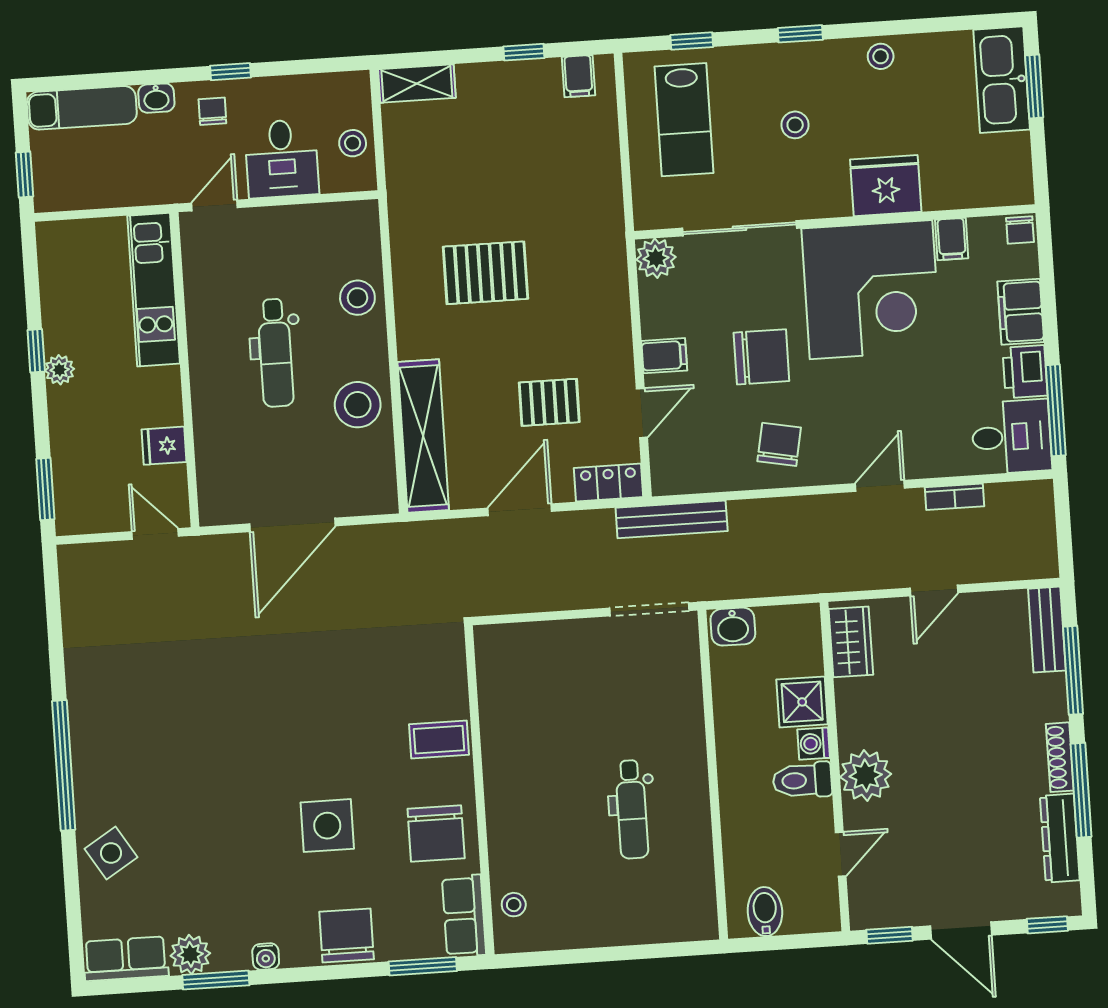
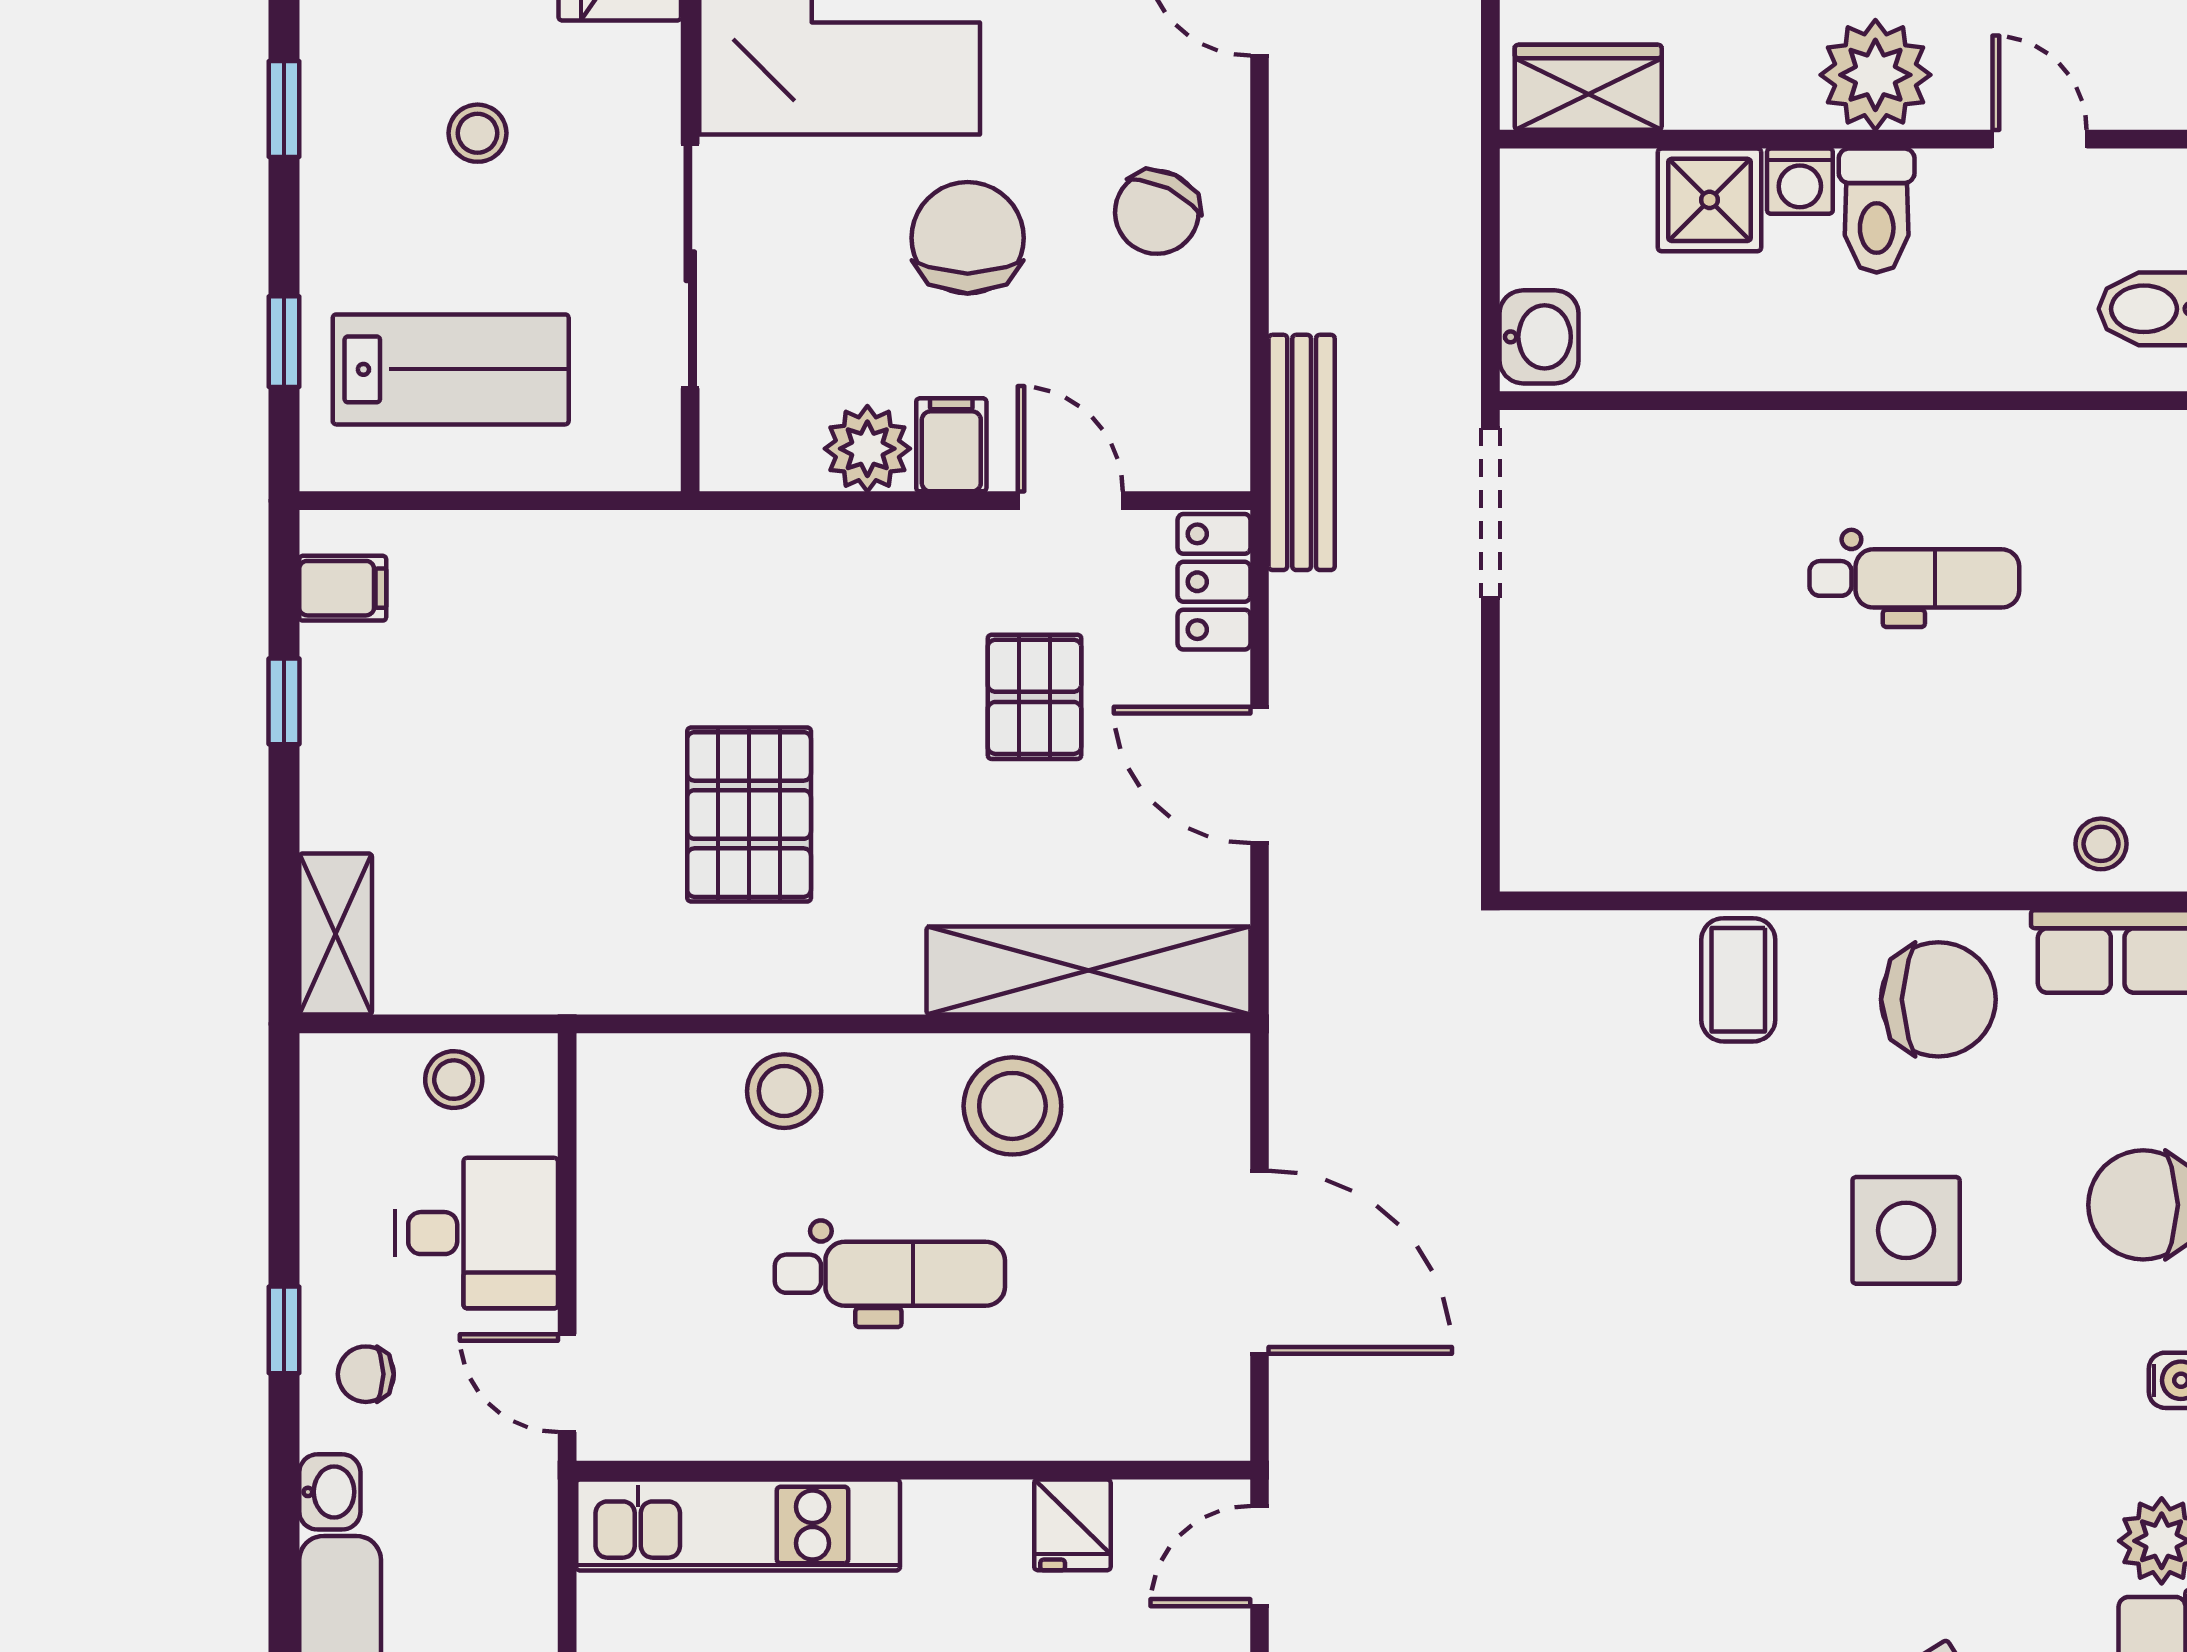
plant: (656, 258) -> (867, 449), moved
chair: (779, 444) -> (1157, 212), turned -75

